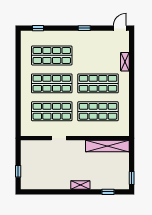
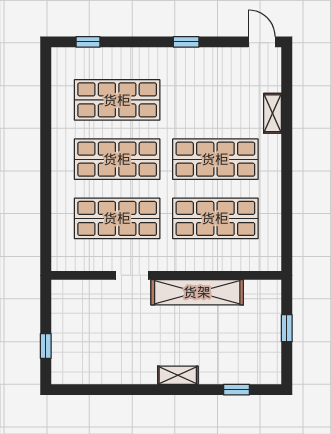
door: (120, 28) -> (262, 42), hinge flipped
shelving: (107, 146) -> (197, 292), moved
window: (132, 178) -> (287, 328), moved

